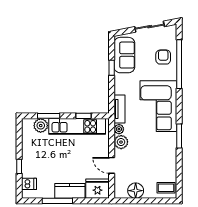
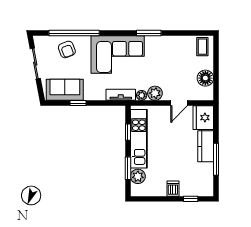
armchair: (163, 57) -> (67, 49), turned -111
window: (19, 166) -> (191, 199), moved
dishwasher: (29, 184) -> (173, 189), moved

